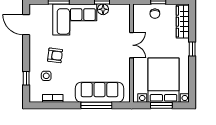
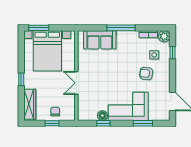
sofa: (99, 92) -> (100, 40), width x0.73
plant: (35, 96) -> (164, 36), added
window: (96, 105) -> (121, 28), moved
window: (161, 105) -> (39, 28), moved

